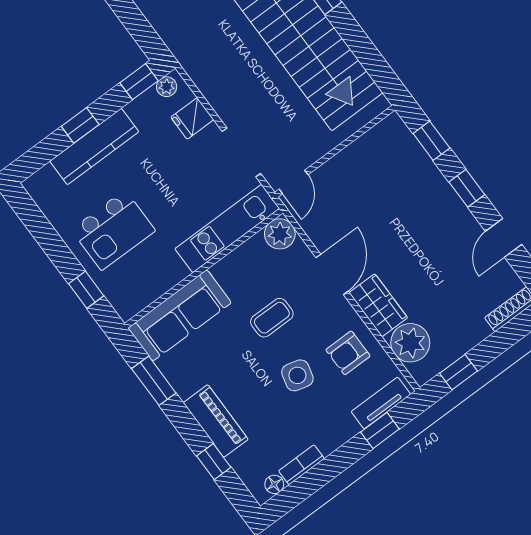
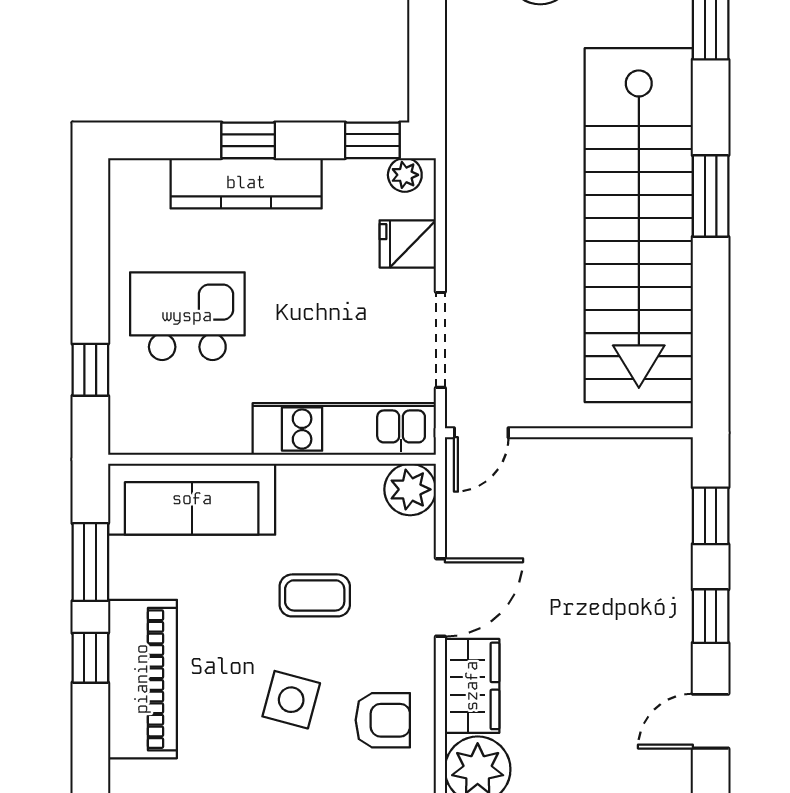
kitchen island: (113, 230) -> (187, 316), turned 180
armchair: (348, 353) -> (383, 720), turned 180
piano: (216, 421) -> (142, 679), width x1.37, depth x1.33
window: (214, 462) -> (90, 658), moved

